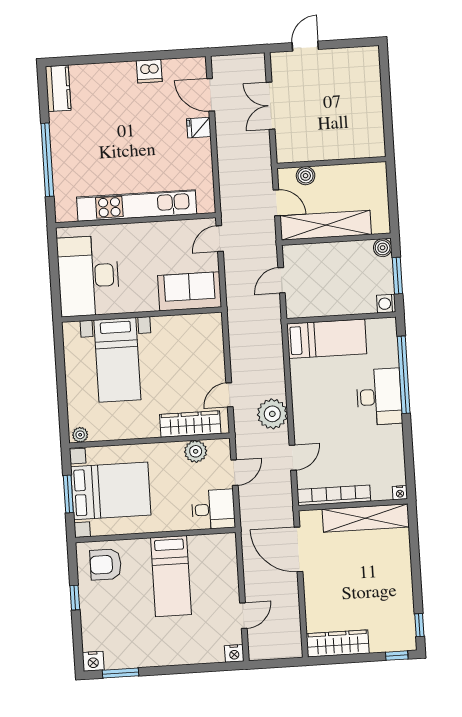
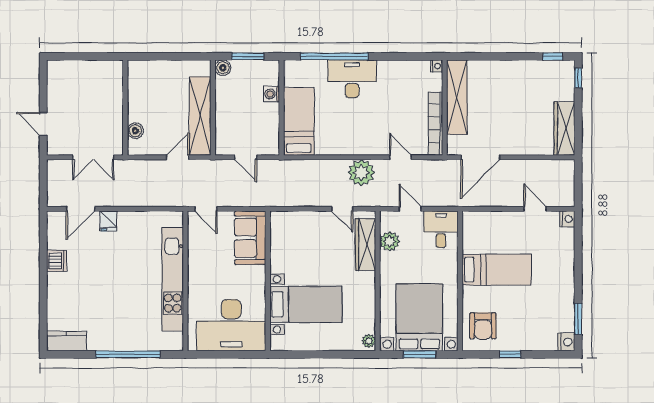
wall: (331, 162) -> (125, 108), moved
boiler: (306, 176) -> (135, 131), moved
washing machine: (386, 304) -> (272, 94), moved, turned 90

